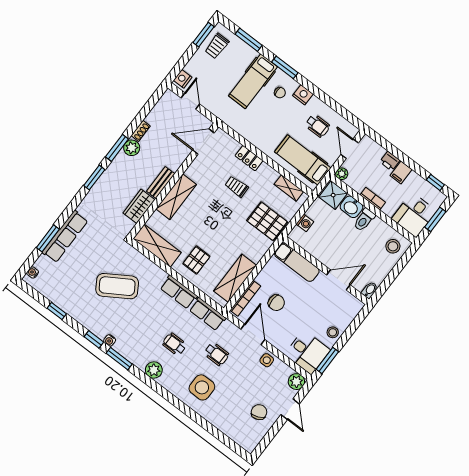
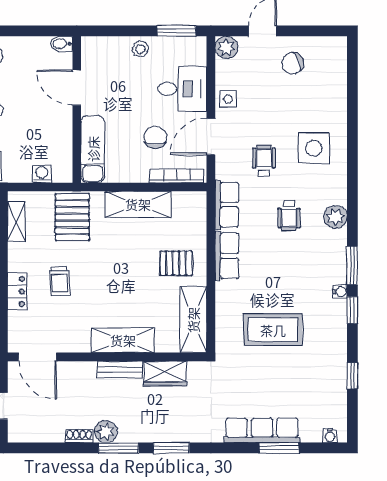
shelving: (235, 278) -> (138, 204), moved
coffee table: (117, 286) -> (273, 330), turned -58
desk: (307, 352) -> (182, 89), moved, turned 90

